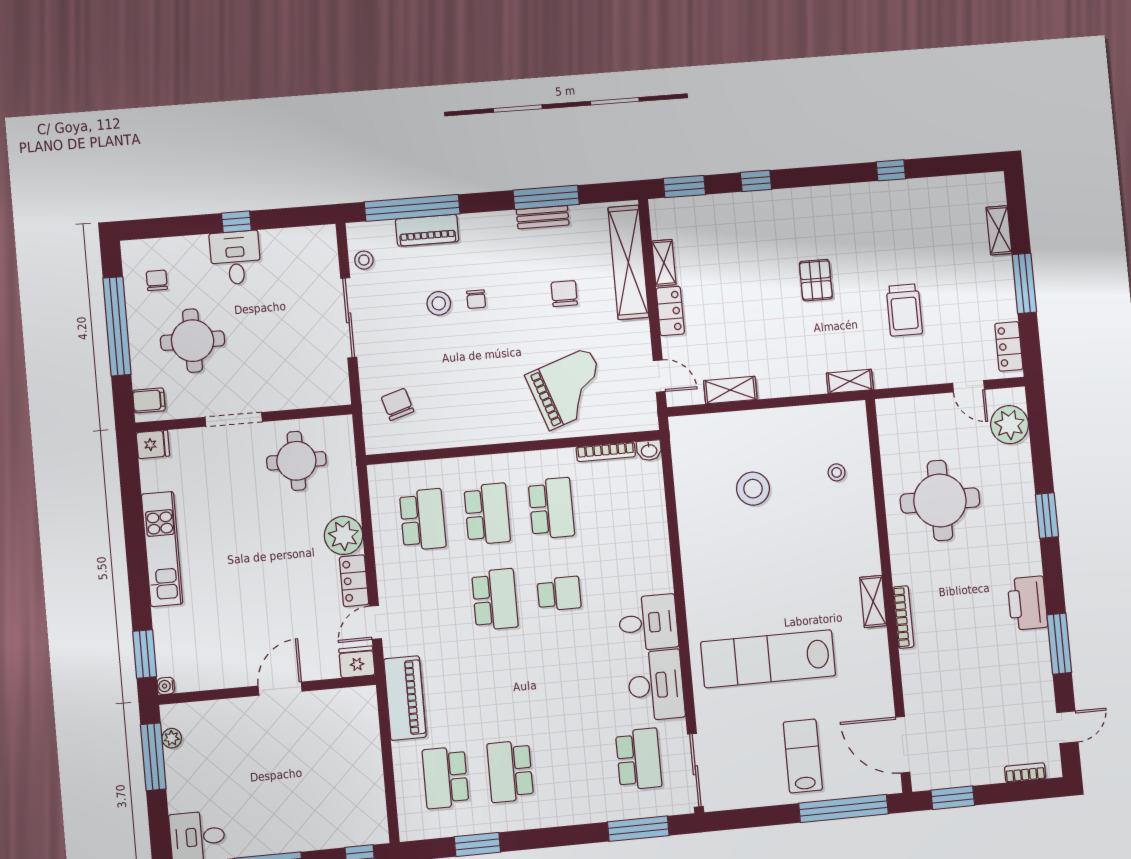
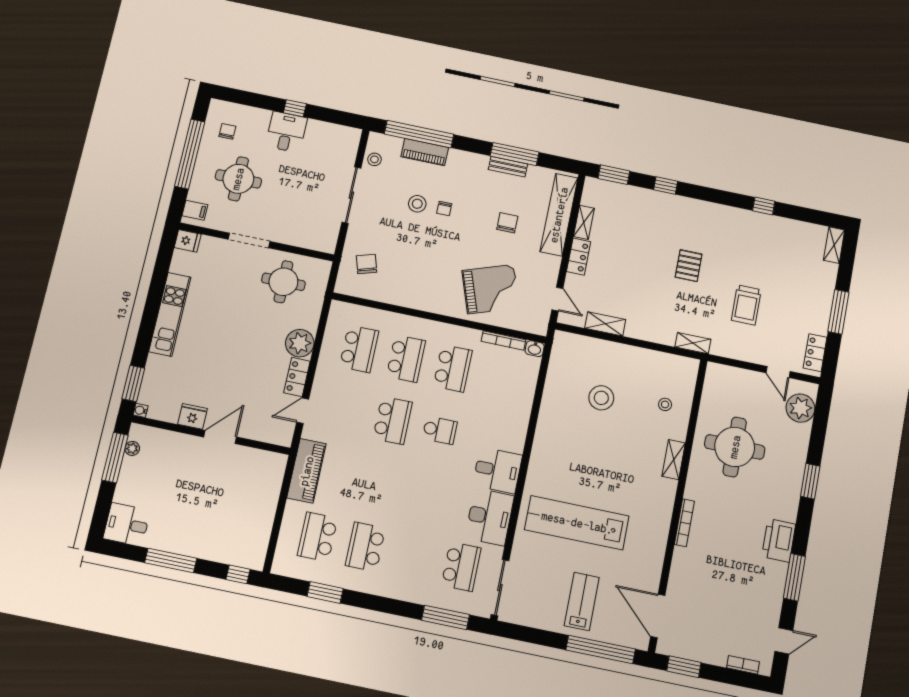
shelving: (999, 230) -> (834, 245), moved
shelving: (873, 601) -> (674, 460), moved
fridge: (357, 662) -> (193, 416), moved

